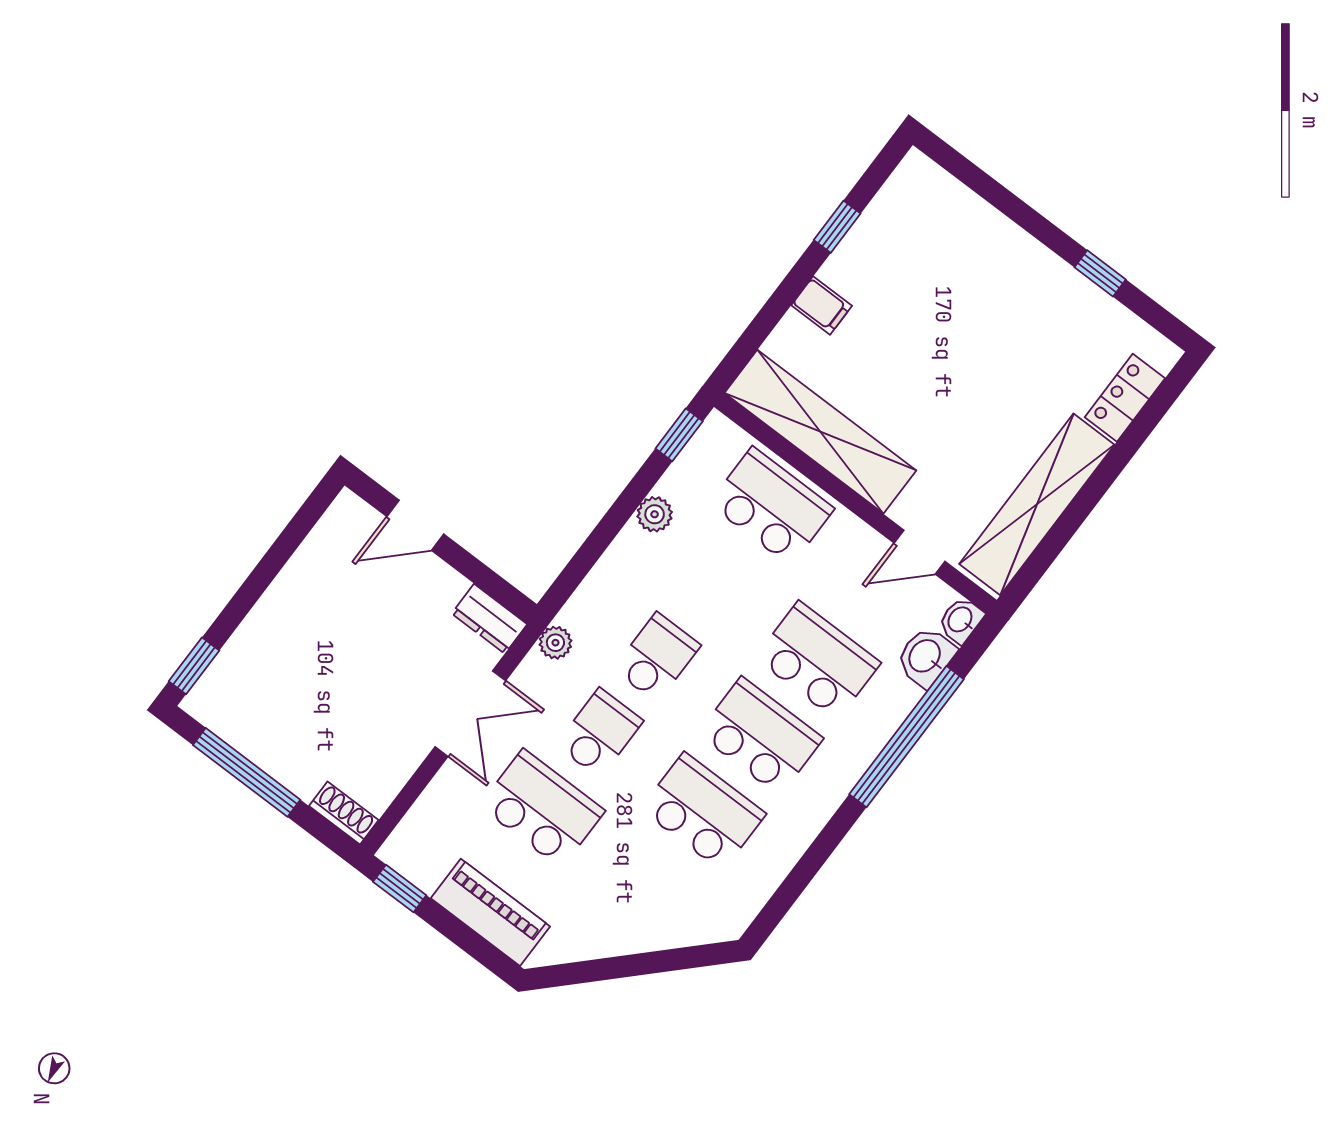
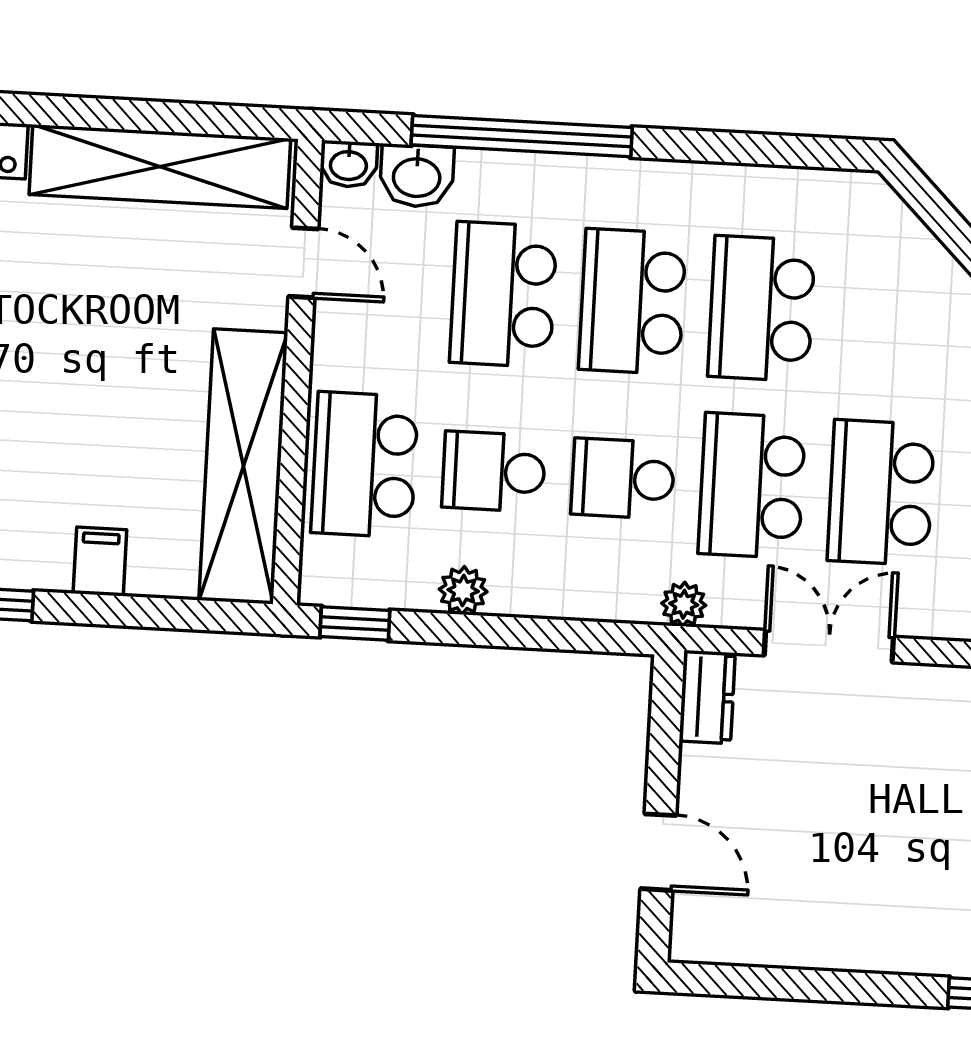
school desk: (714, 582) -> (494, 472), added
school desk: (600, 733) -> (752, 486), width x1.85

